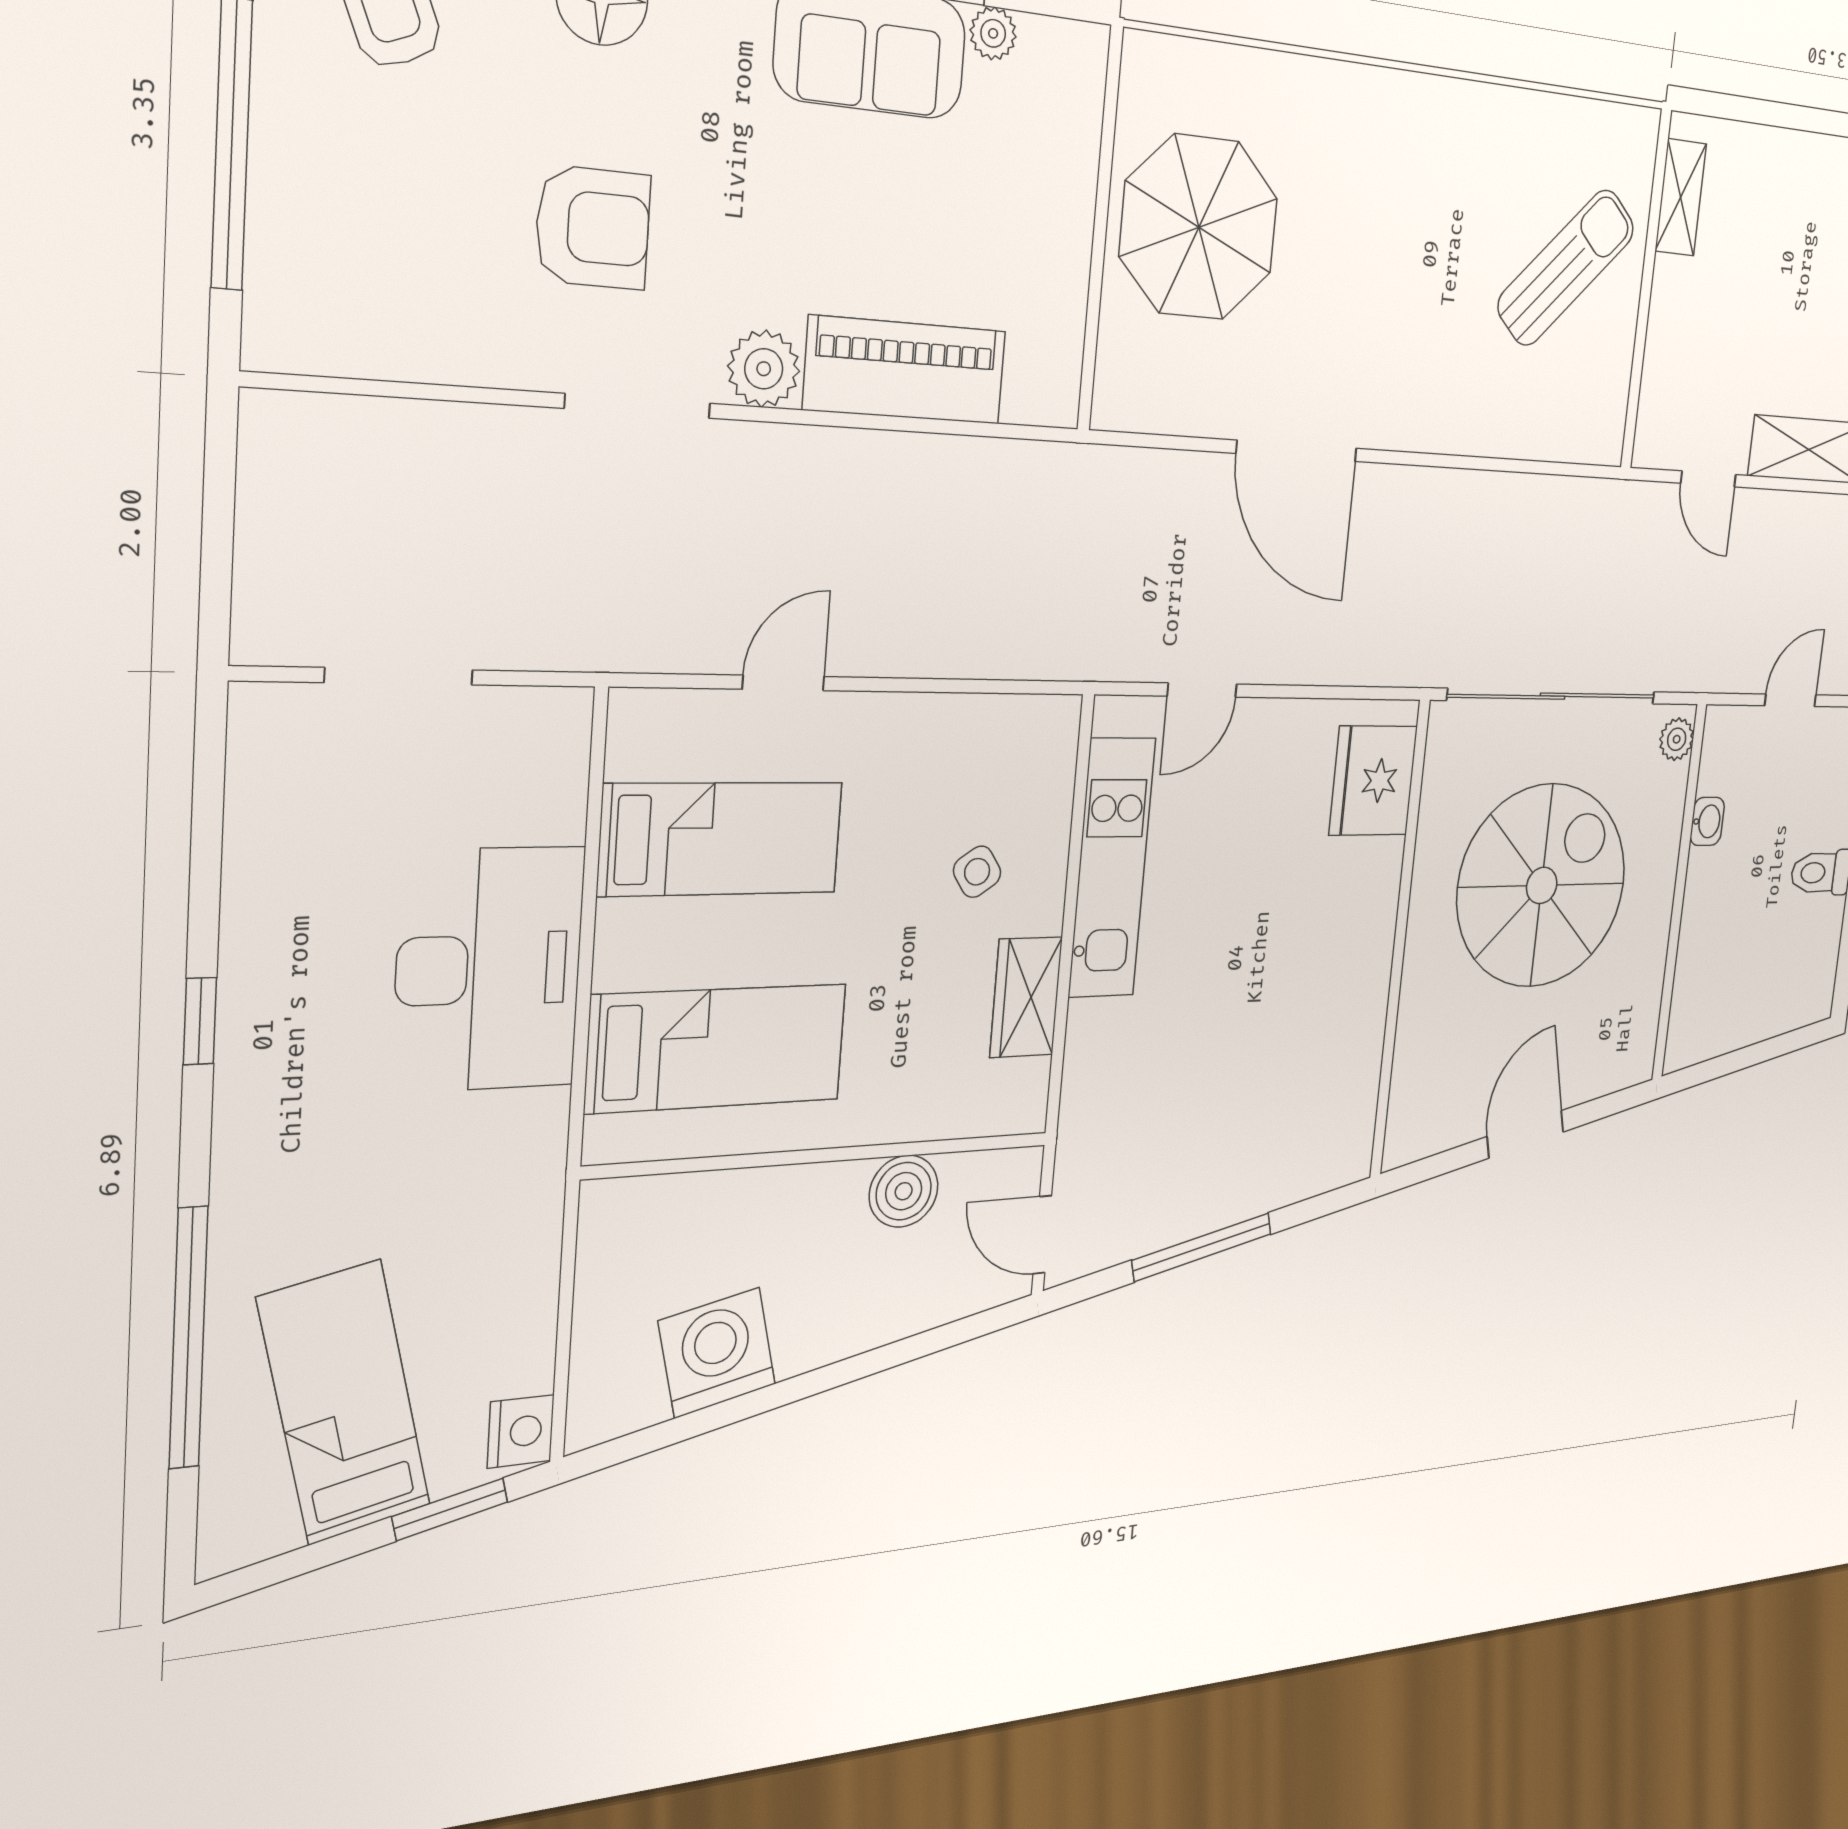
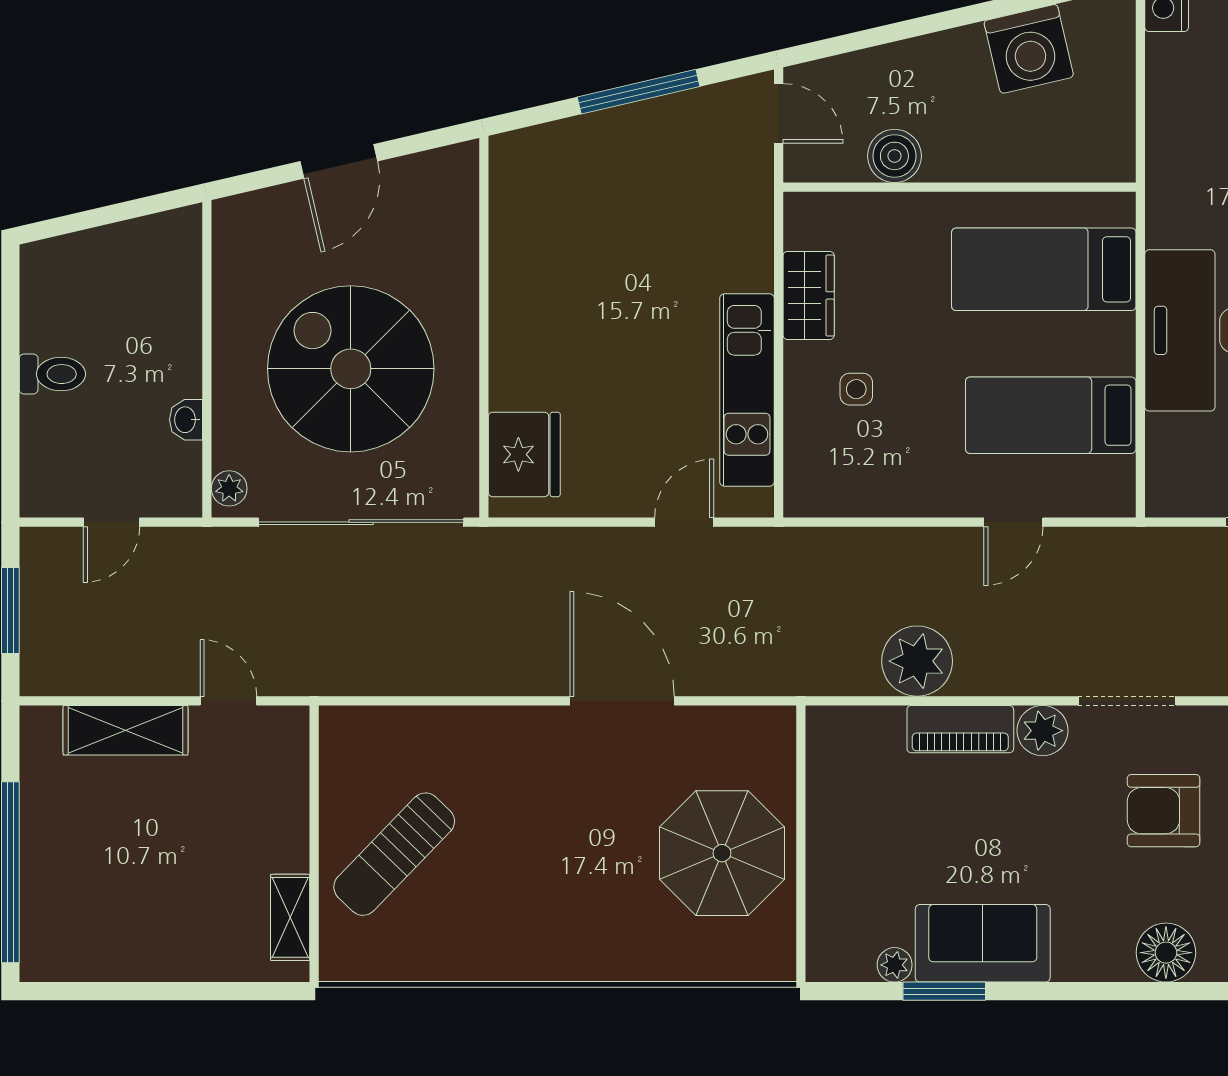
piano: (905, 370) -> (960, 729), width x0.73, depth x0.75
plant: (928, 484) -> (917, 661), added
side table: (977, 872) -> (856, 389), turned 34
spiral stairs: (1542, 885) -> (351, 369), turned 90

